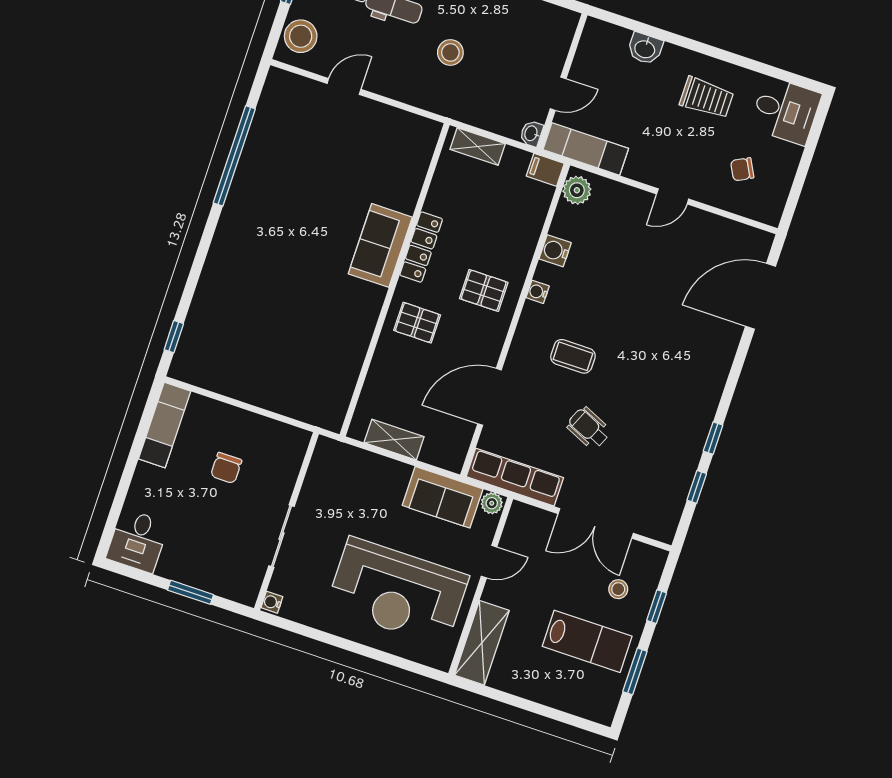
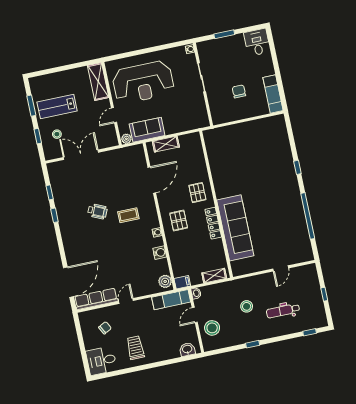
stool: (301, 36) -> (212, 328), moved
washbasin: (645, 49) -> (187, 349), moved
trolley: (707, 98) -> (135, 348), turned 90
sofa: (380, 245) -> (235, 228), width x1.85, depth x1.27
pallet: (484, 290) -> (179, 221), turned 90
pallet: (417, 323) -> (197, 193), turned 90
window: (174, 337) -> (297, 167), moved
wheelchair: (589, 428) -> (97, 211), moved
shelving: (394, 440) -> (166, 144), moved
row of seats: (515, 477) -> (96, 299), moved, turned 180
reception desk: (397, 592) -> (143, 82), turned 180

